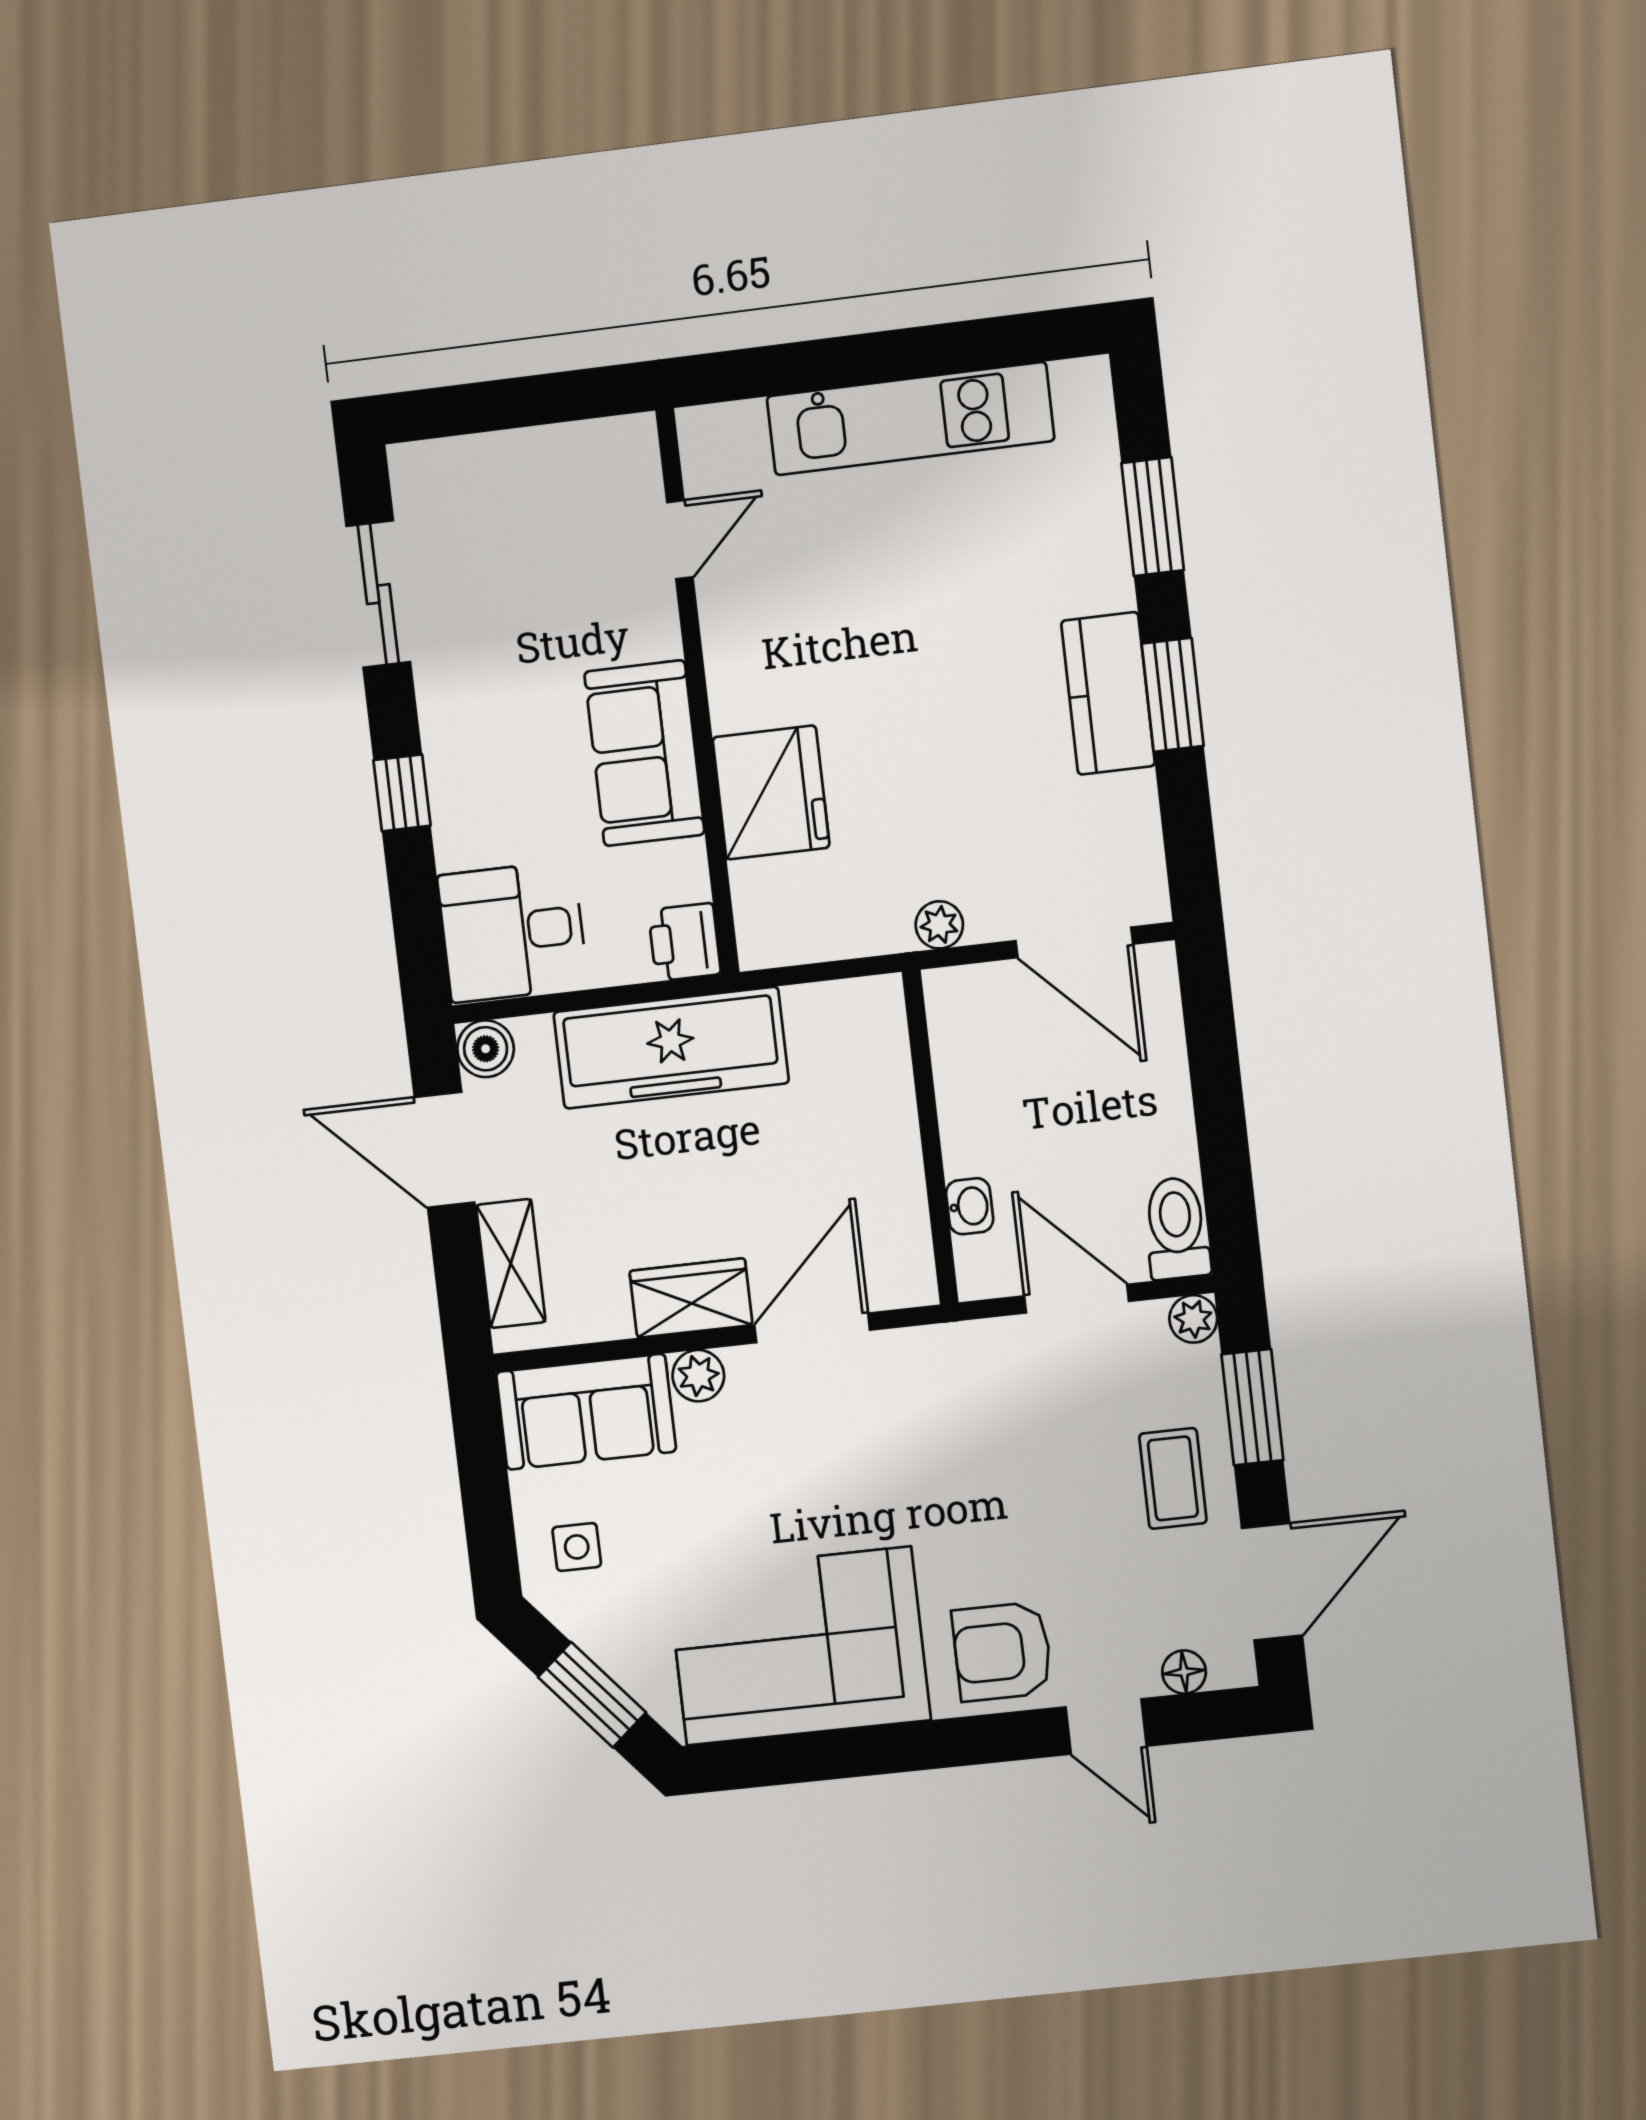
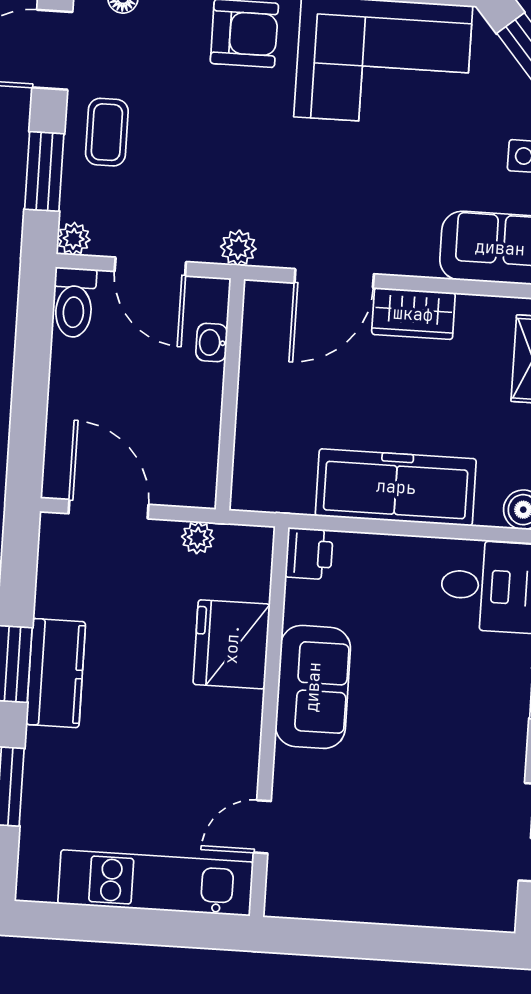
door: (680, 540) -> (262, 827), moved
wall: (698, 692) -> (269, 722), moved
sofa: (644, 753) -> (313, 687), moved
fridge: (771, 792) -> (232, 644), moved
printer: (684, 942) -> (309, 554), moved
plant: (698, 1376) -> (238, 248), moved

